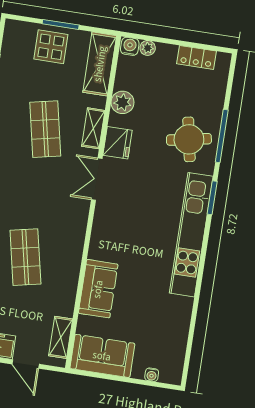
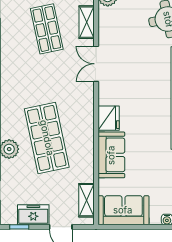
fridge: (117, 143) -> (109, 118), moved
shop shelf: (25, 257) -> (47, 138), width x1.43, depth x1.36

